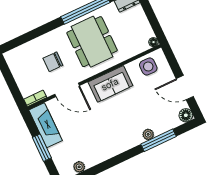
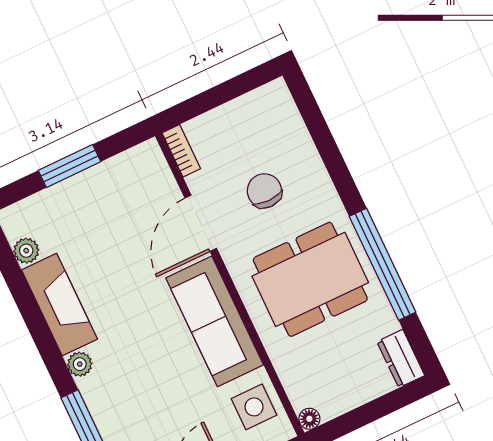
sofa: (110, 84) -> (215, 321), width x1.36
fireplace: (46, 125) -> (59, 305), moved, turned -90
plant: (148, 134) -> (80, 364), moved

